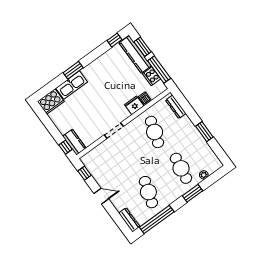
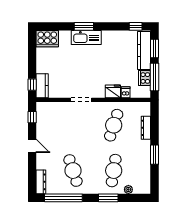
kitchen sink: (72, 85) -> (86, 38), moved
dresser: (176, 107) -> (146, 128), moved
cafe table: (148, 192) -> (73, 171), turned -36

